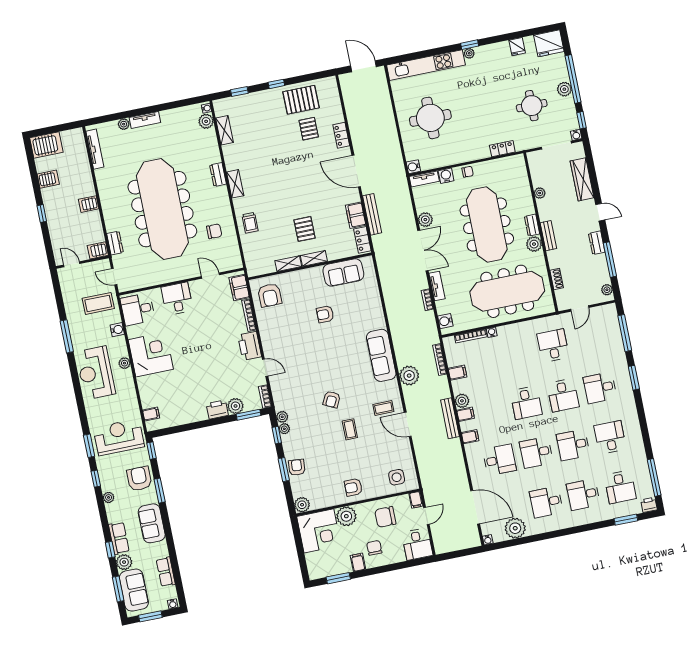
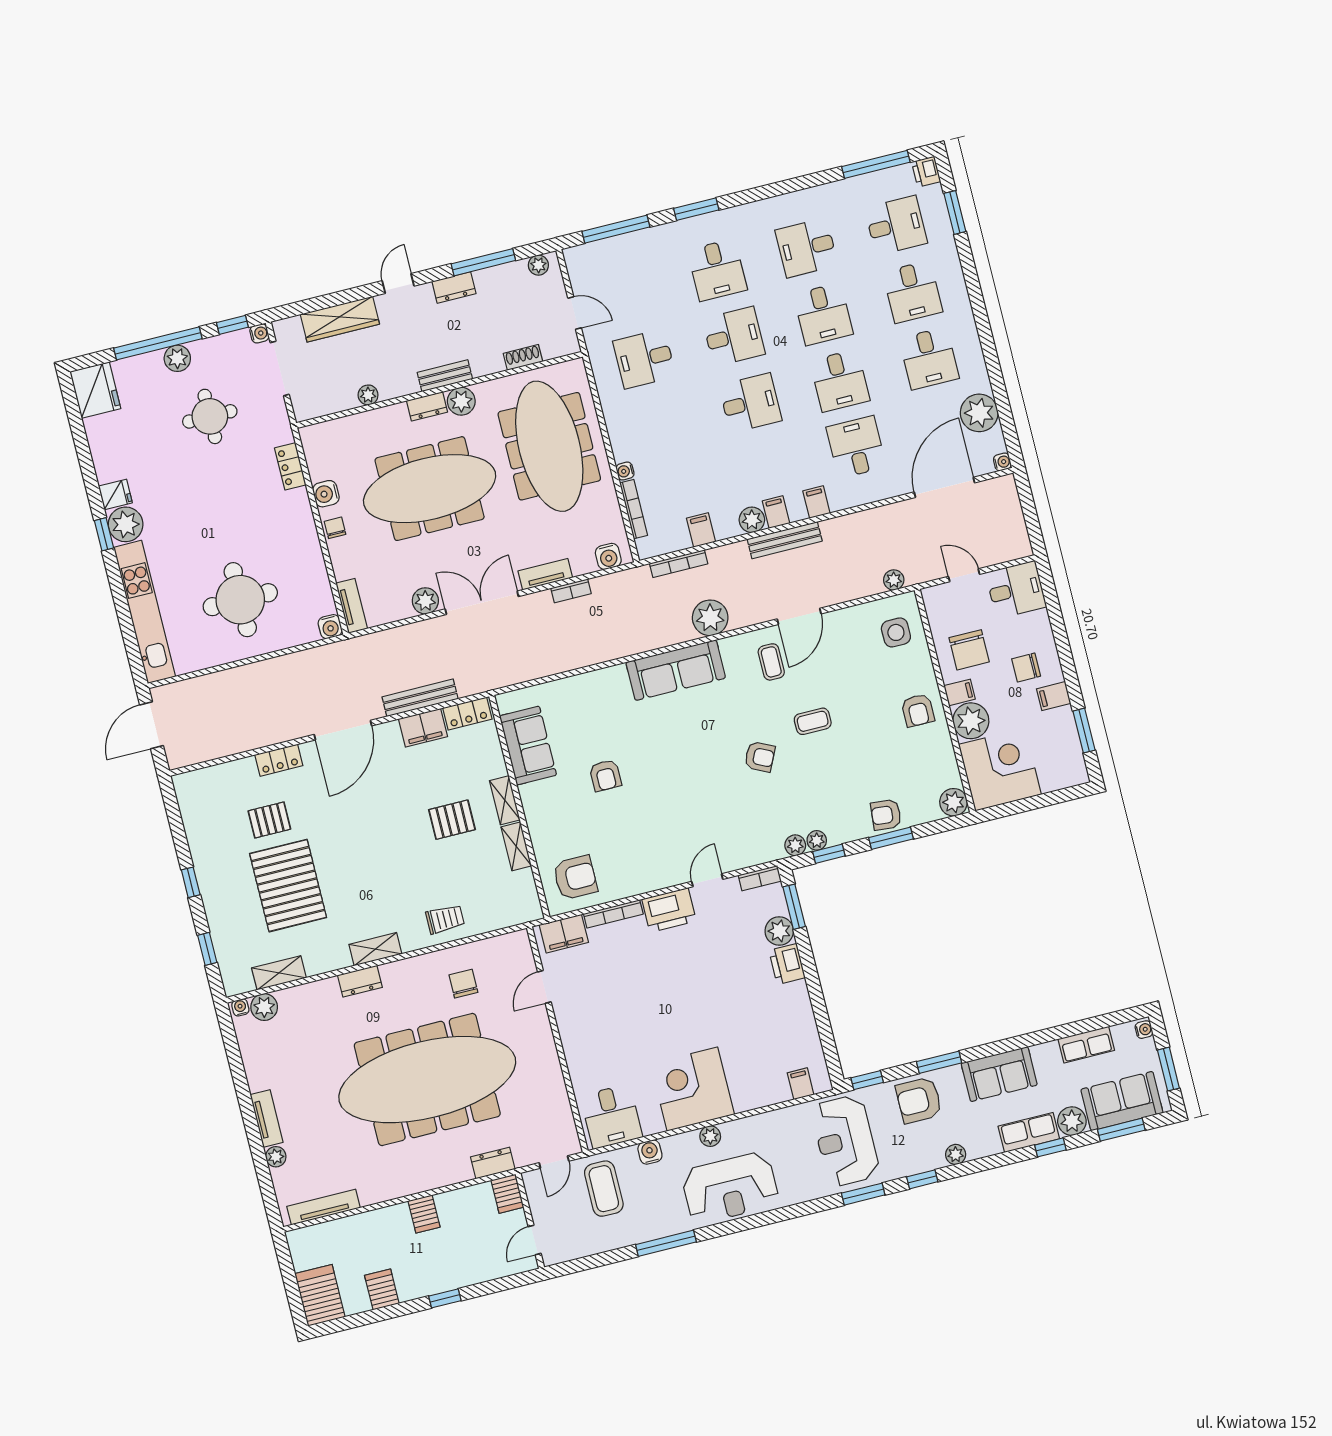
fridge: (517, 47) -> (115, 494), moved
plant: (469, 53) -> (126, 524), width x1.87, depth x1.87
pallet: (301, 100) -> (288, 886), moved, width x1.37, depth x1.41
water cooler: (446, 176) -> (326, 494), moved
desk: (177, 299) -> (589, 1046), removed
plant: (426, 477) -> (894, 580), added
filing cabinet: (416, 500) -> (959, 692), moved

